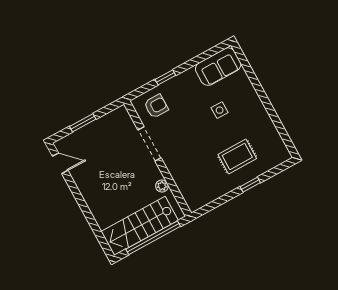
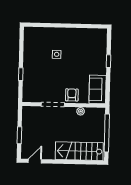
sofa: (218, 67) -> (98, 89), moved, turned 180
armchair: (156, 106) -> (72, 95), moved
rug: (237, 156) -> (88, 59), removed
stairs: (140, 226) -> (79, 151), moved, turned 90

